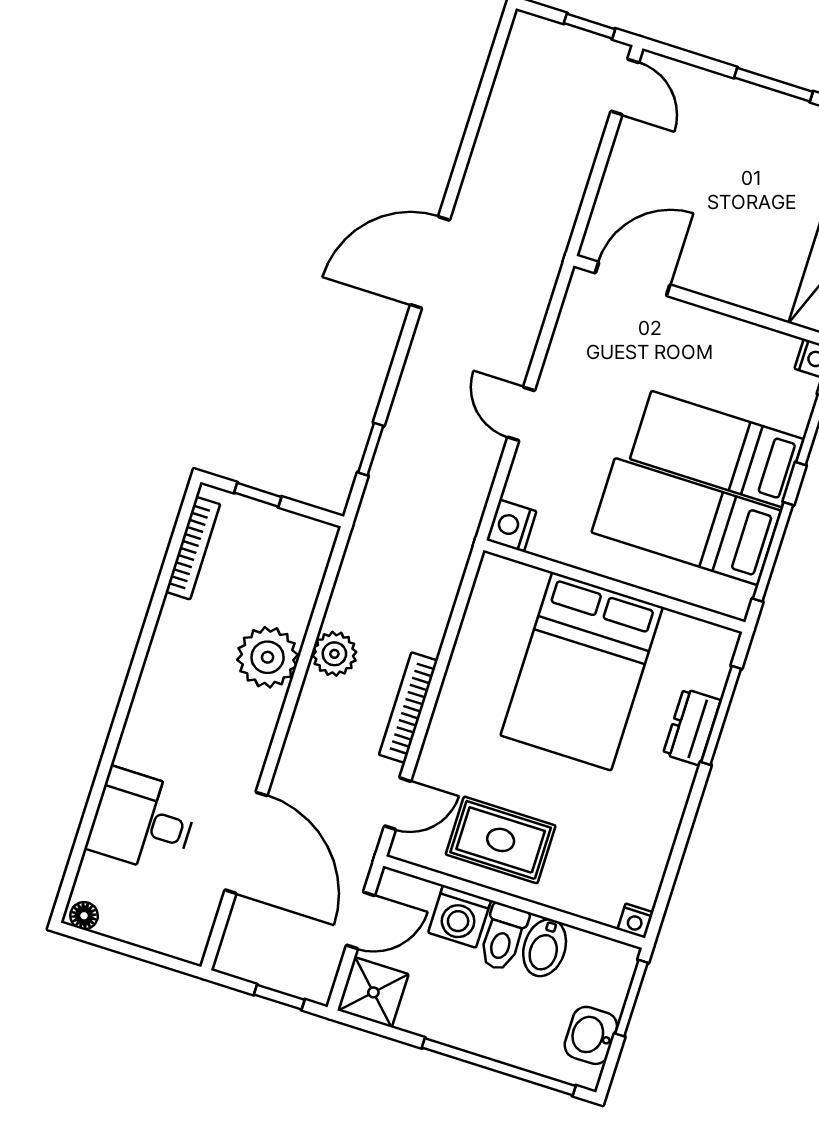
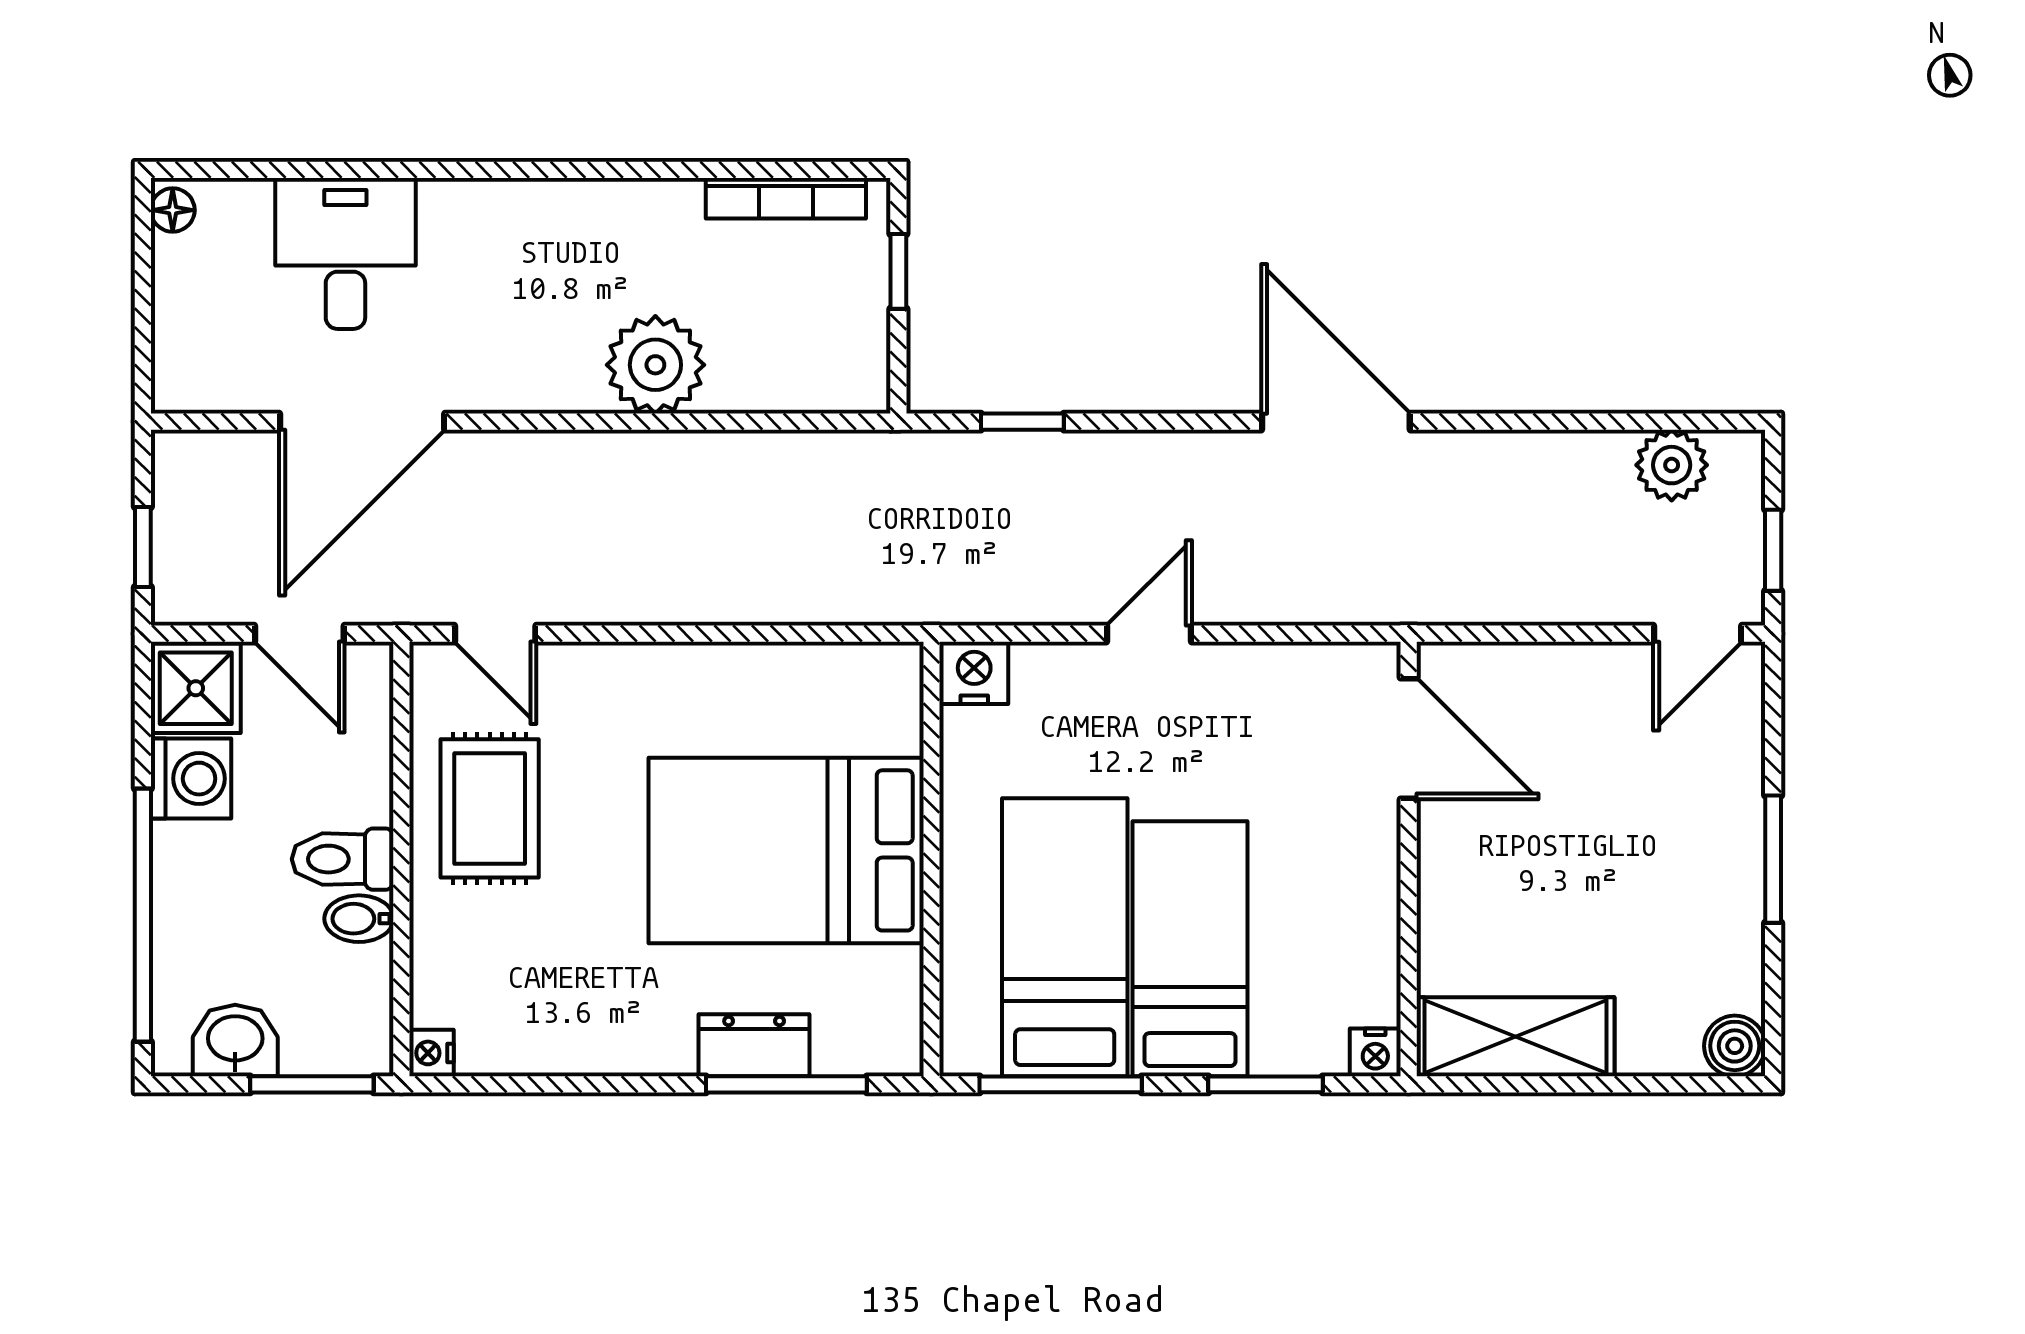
plant: (334, 654) -> (1672, 465), moved
bookcase: (408, 708) -> (647, 604), removed
washing machine: (460, 916) -> (191, 779), moved, turned 180
bidet: (545, 948) -> (359, 919), width x0.72, depth x0.74

